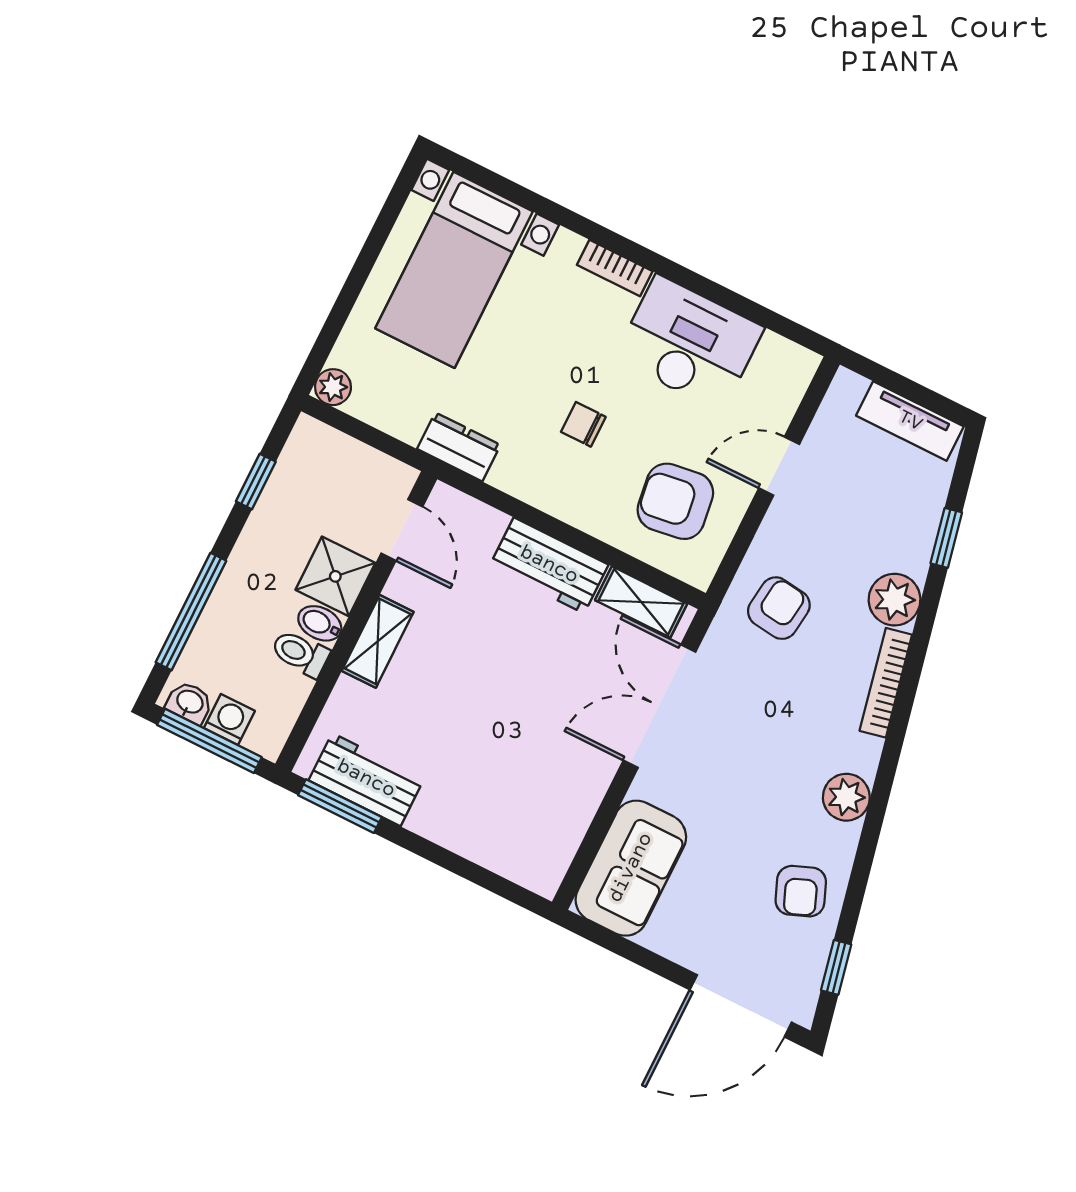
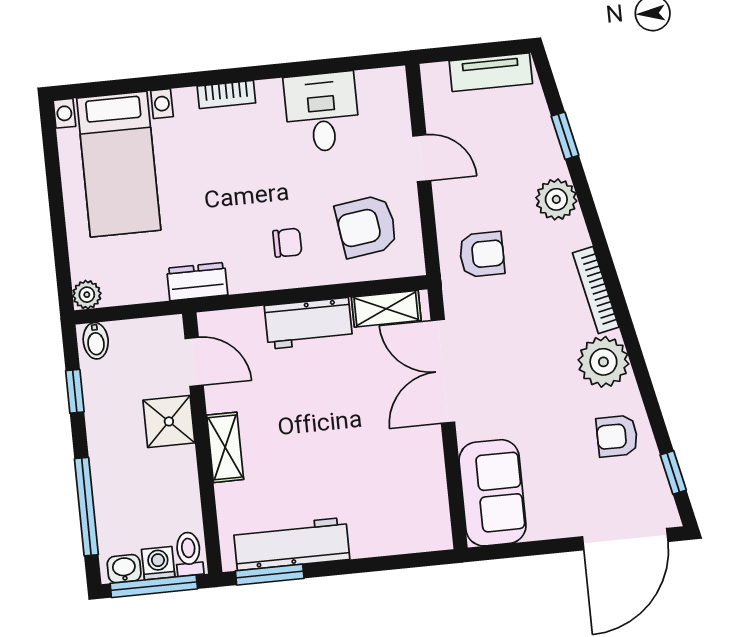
desk: (689, 343) -> (322, 112), width x0.73
chair: (583, 424) -> (287, 243), moved, turned 180
door: (779, 466) -> (422, 158), swing flipped
armchair: (779, 608) -> (482, 254), turned 83
bidet: (320, 623) -> (96, 341), moved, turned -90
toilet: (300, 653) -> (189, 554), moved, turned 90
bookcase: (886, 683) -> (596, 290), moved
workbench: (366, 779) -> (291, 544), width x1.38
plant: (846, 797) -> (603, 362), width x1.36, depth x1.36
armchair: (801, 891) -> (617, 436), turned 112

